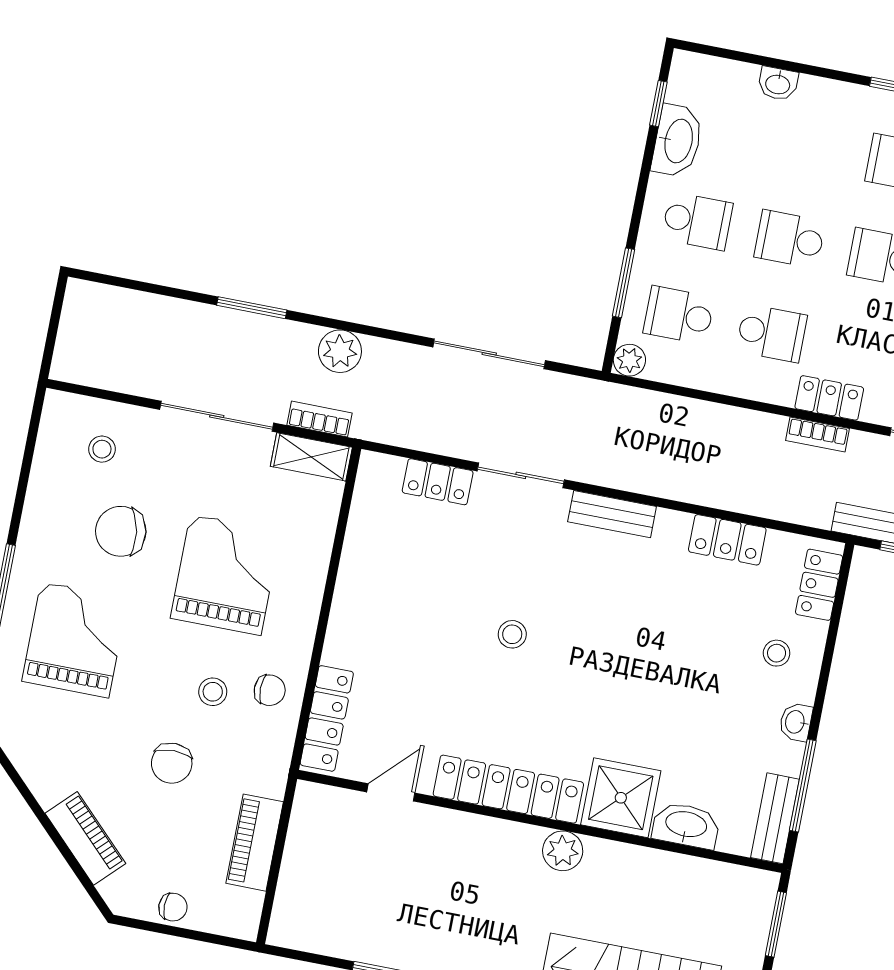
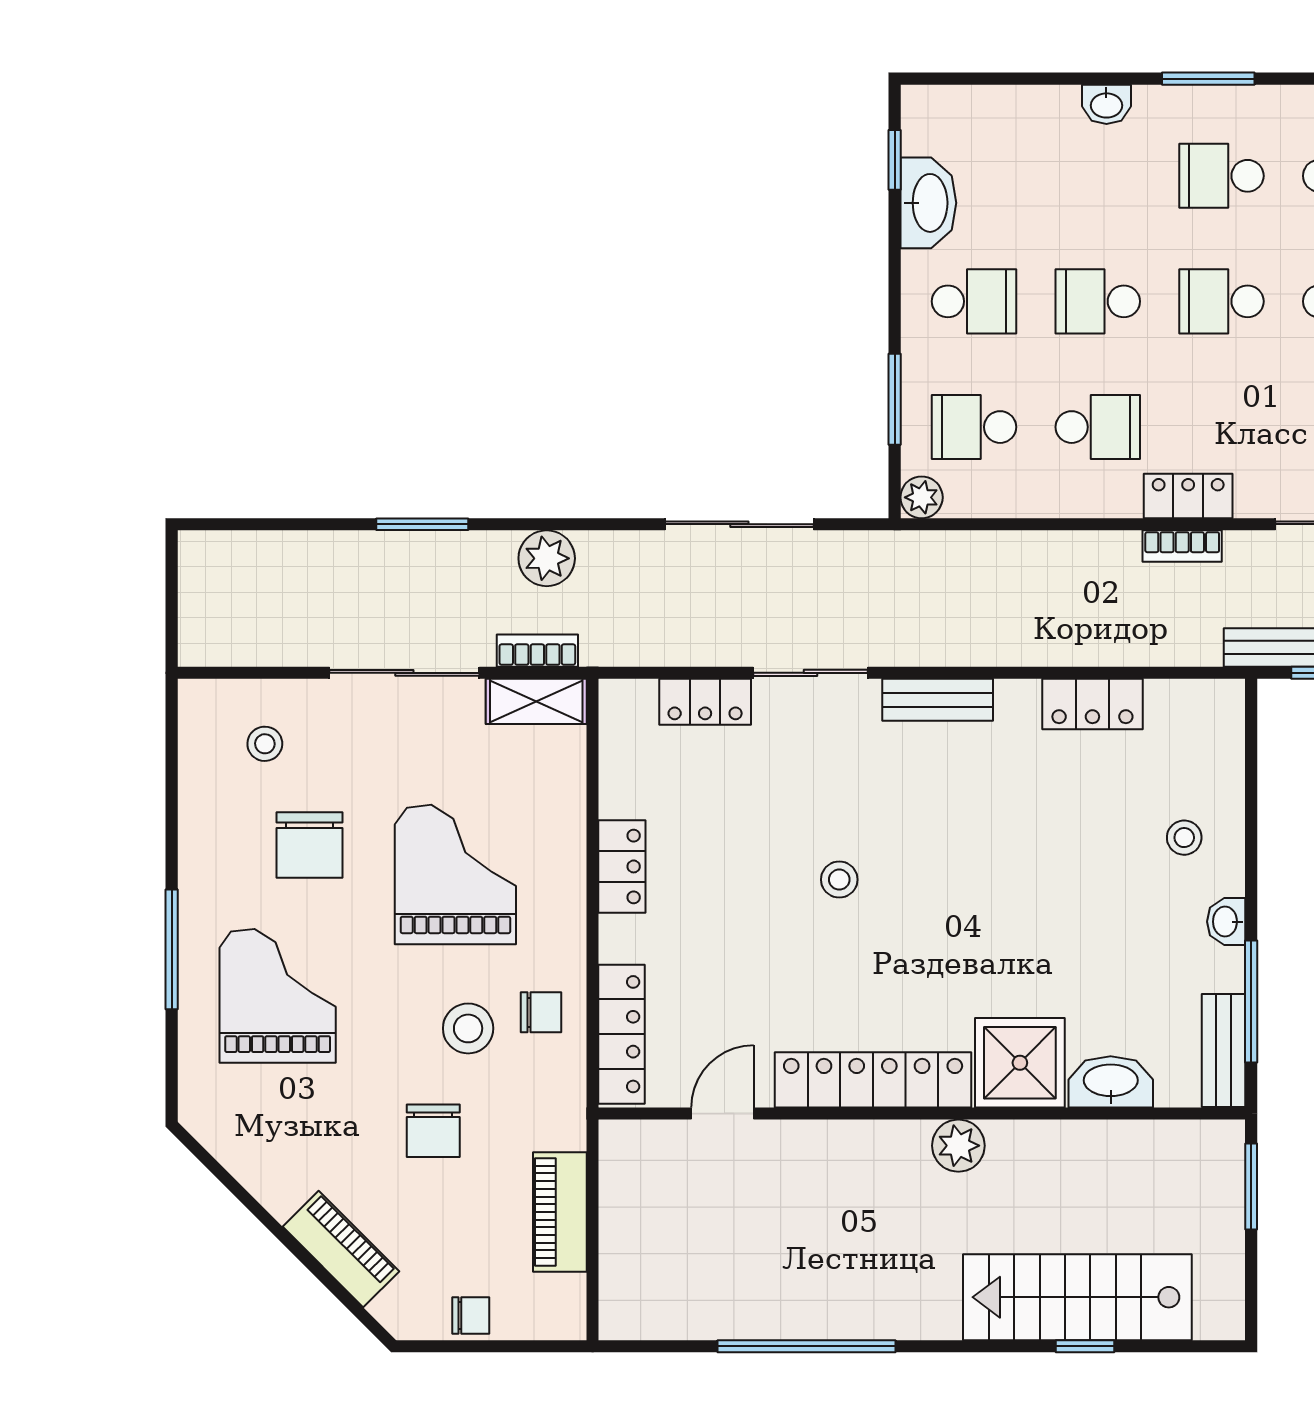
washbasin: (778, 84) -> (1106, 104), moved
chair: (121, 531) -> (310, 845), turned -81
locker: (819, 585) -> (622, 866), moved, turned 180
stool: (213, 692) -> (468, 1028), width x1.37, depth x1.37

